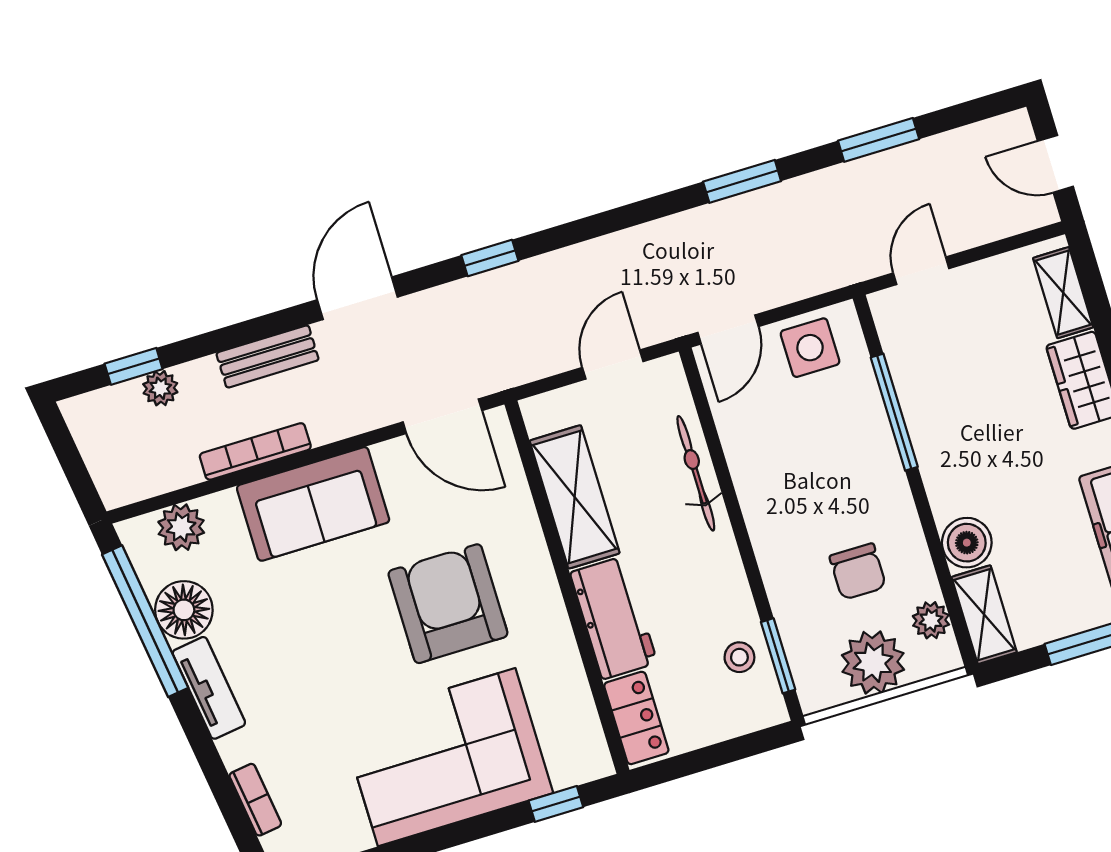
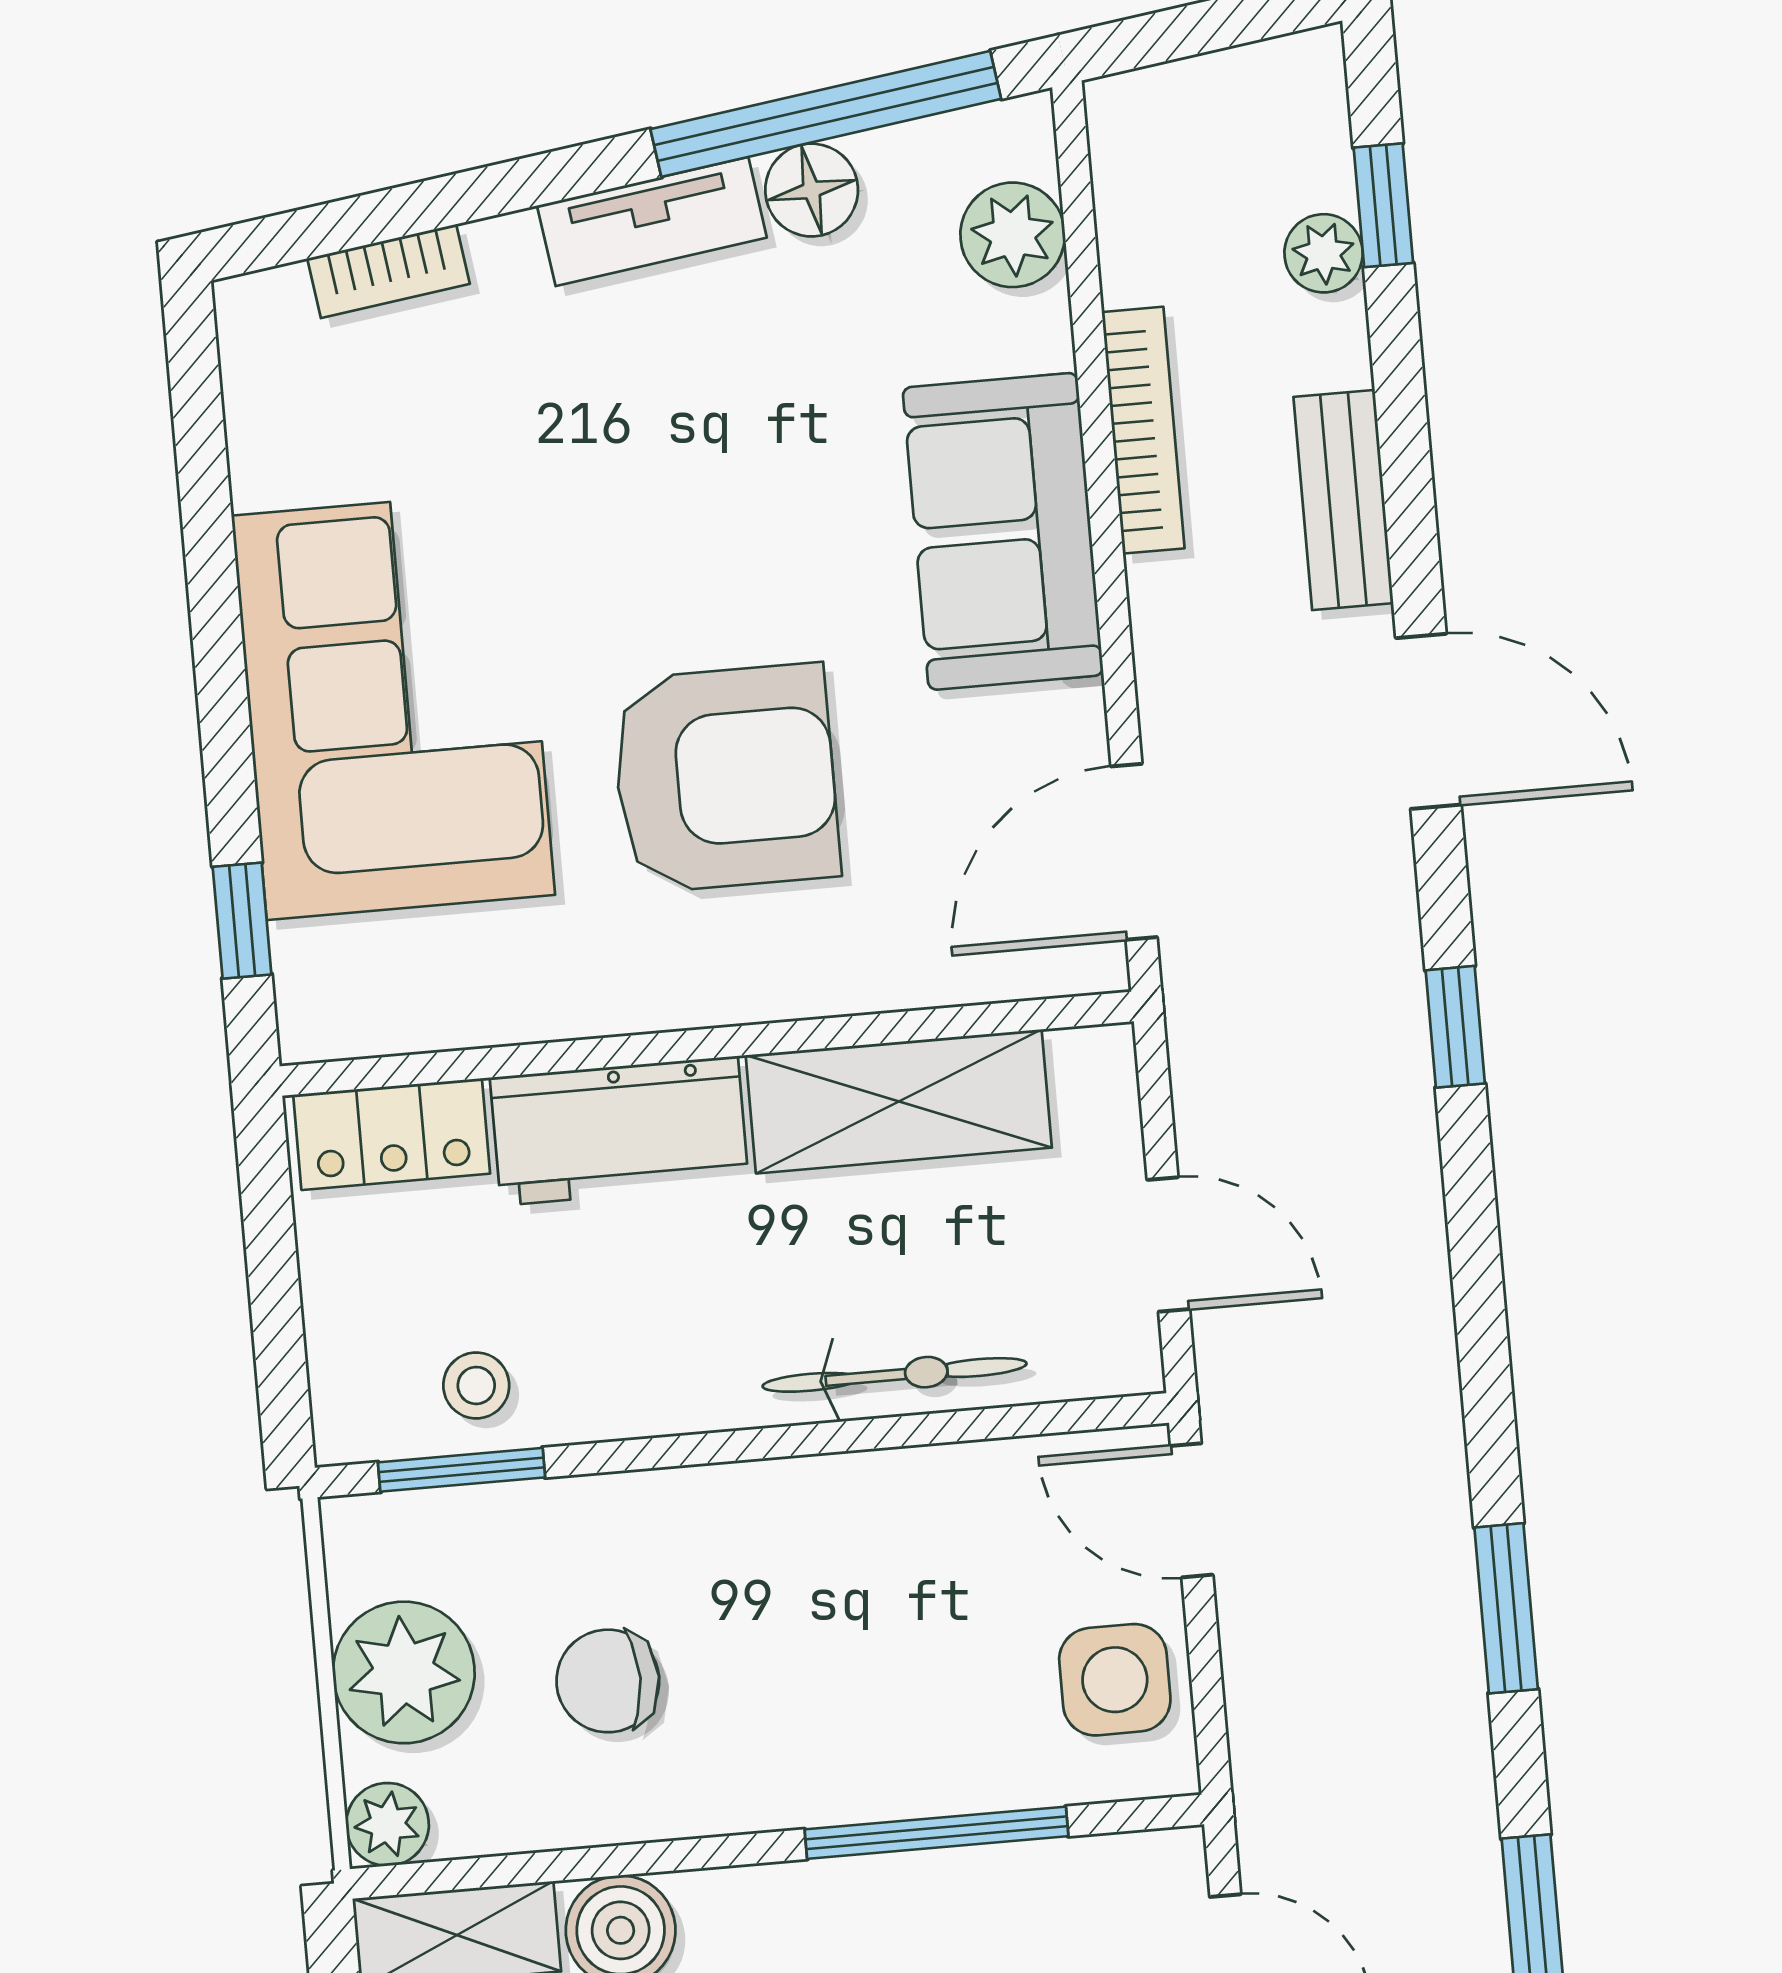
floor lamp: (184, 610) -> (812, 190), width x0.73, depth x0.73
plant: (931, 620) -> (387, 1824), moved

